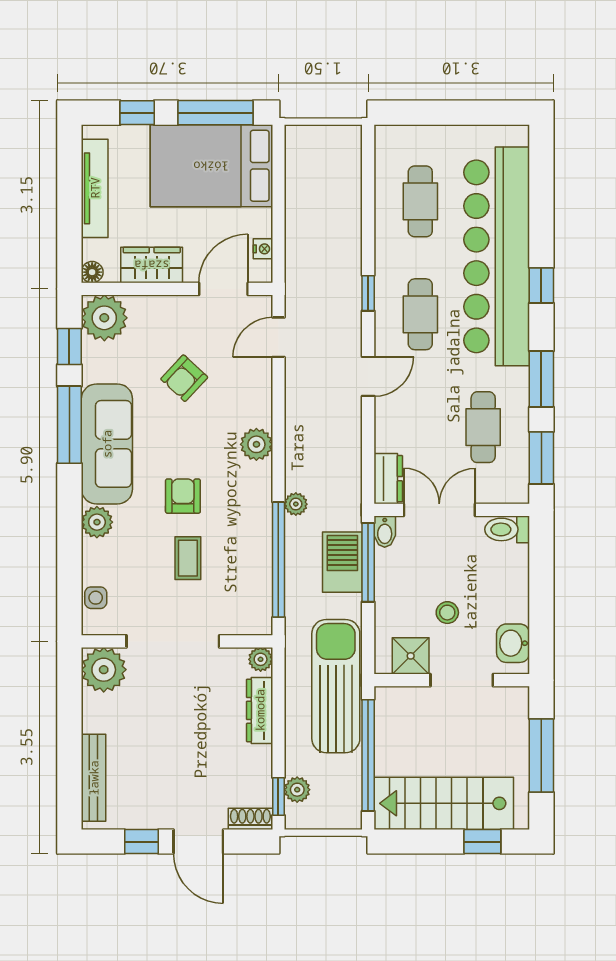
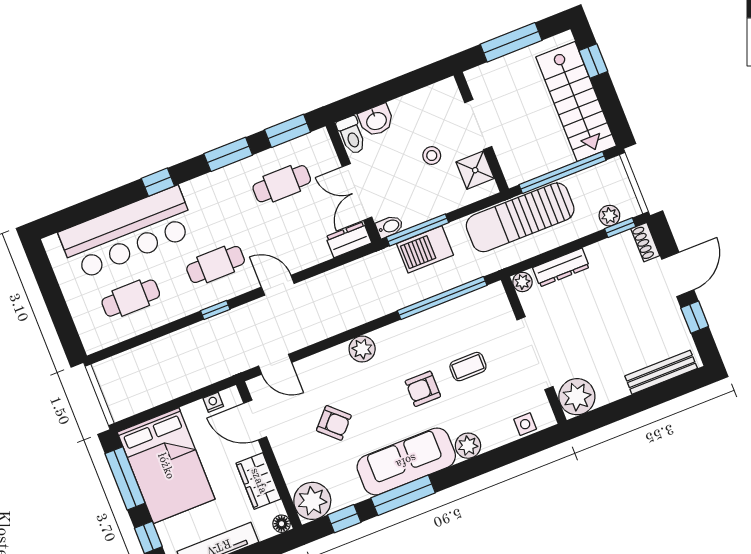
bar counter: (497, 256) -> (127, 233), width x0.73
plant: (296, 504) -> (395, 302), removed
washbasin: (513, 643) -> (376, 120), moved

